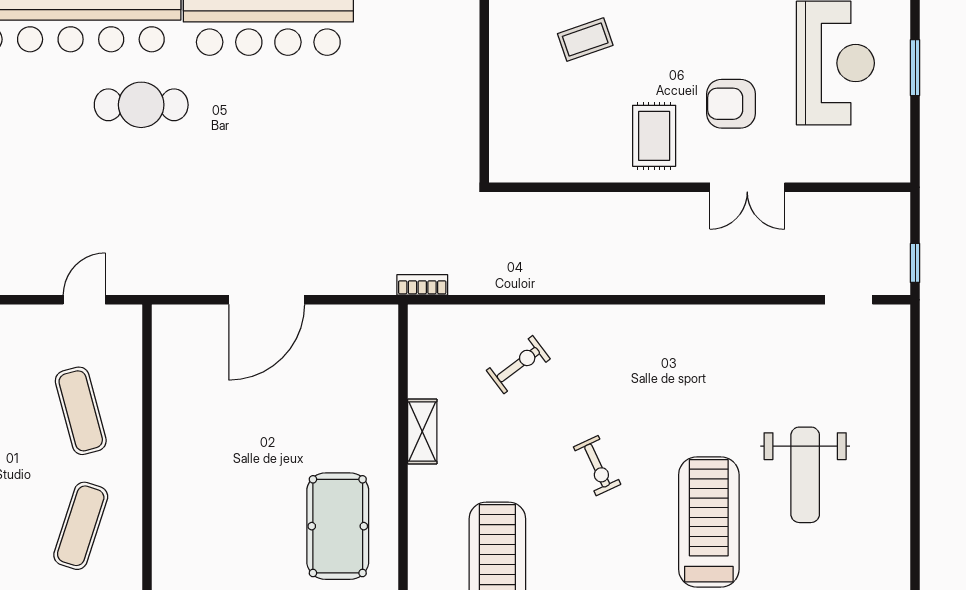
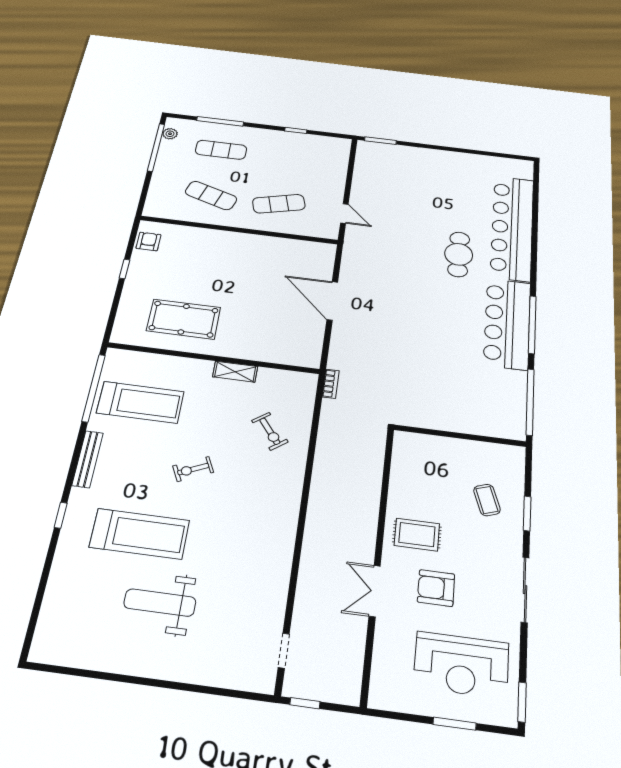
armchair: (731, 104) -> (436, 588), turned -90

